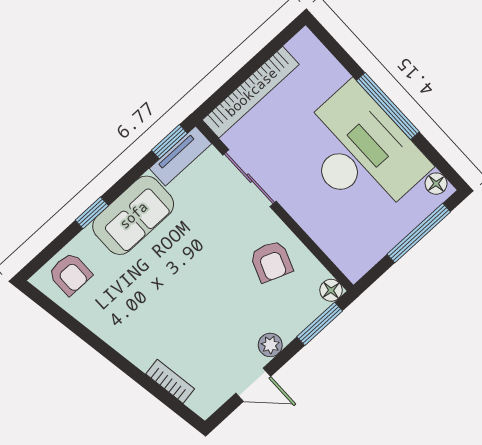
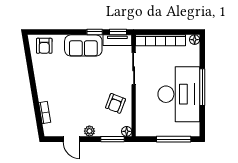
floor lamp: (436, 184) -> (195, 40), moved
window: (92, 213) -> (95, 32), moved

